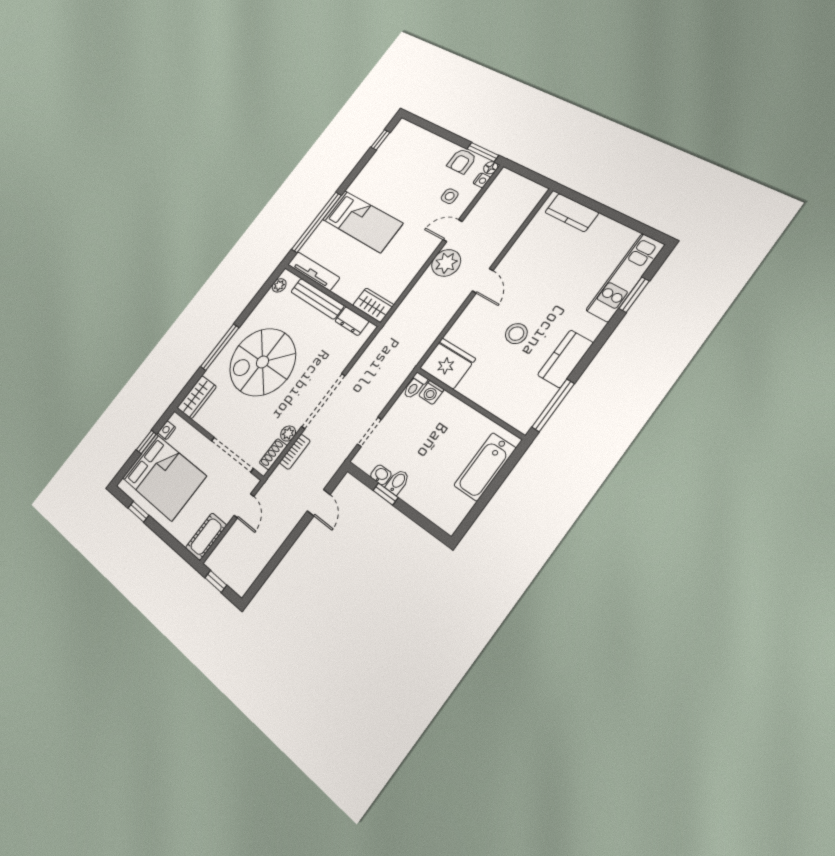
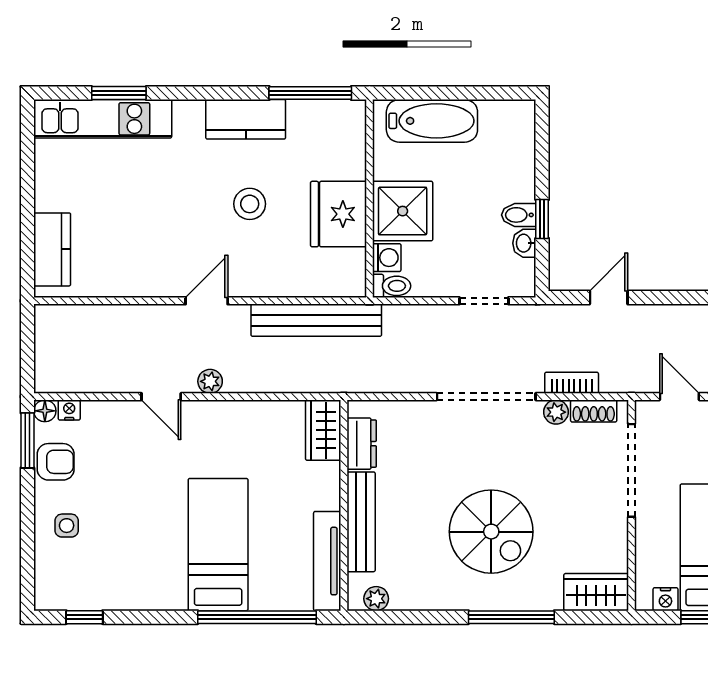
side table: (450, 196) -> (67, 526), moved
plant: (446, 263) -> (210, 381), width x0.53, depth x0.53
bench: (429, 334) -> (316, 320), added
spiral stairs: (262, 362) -> (491, 532), width x0.73, depth x0.73
fridge: (448, 363) -> (338, 214), moved
shower: (449, 417) -> (403, 211), added
door: (244, 506) -> (679, 397), hinge flipped

